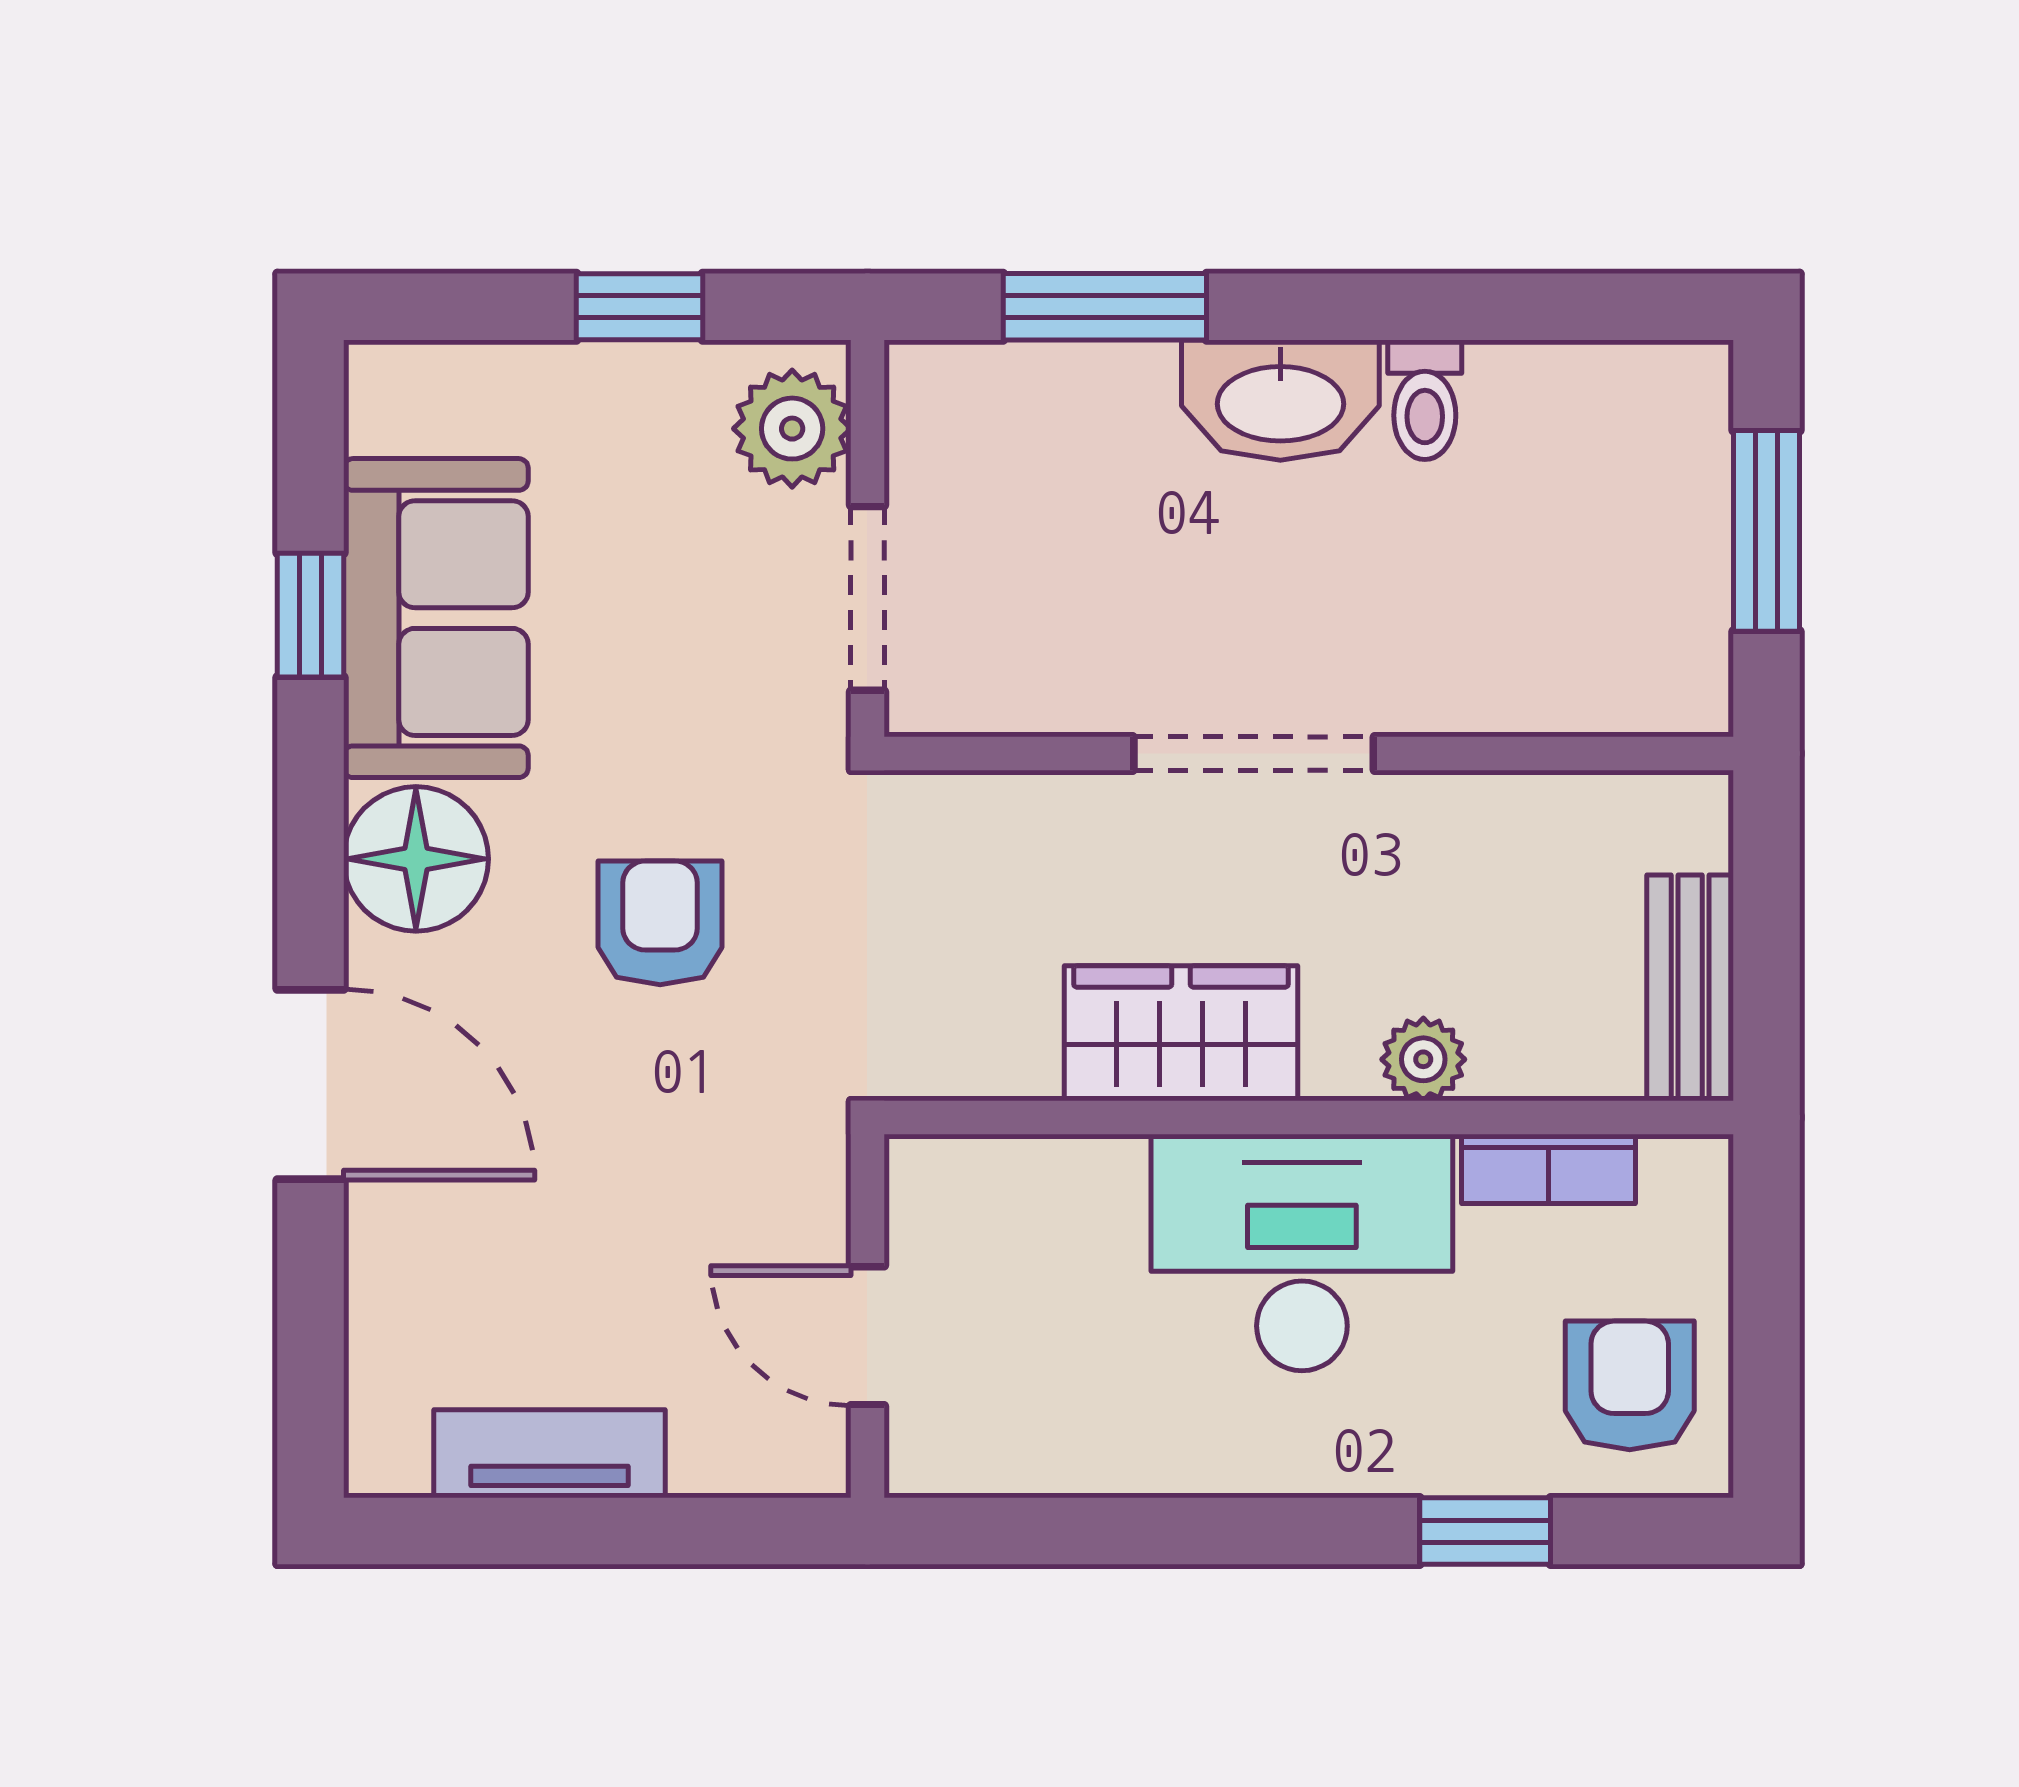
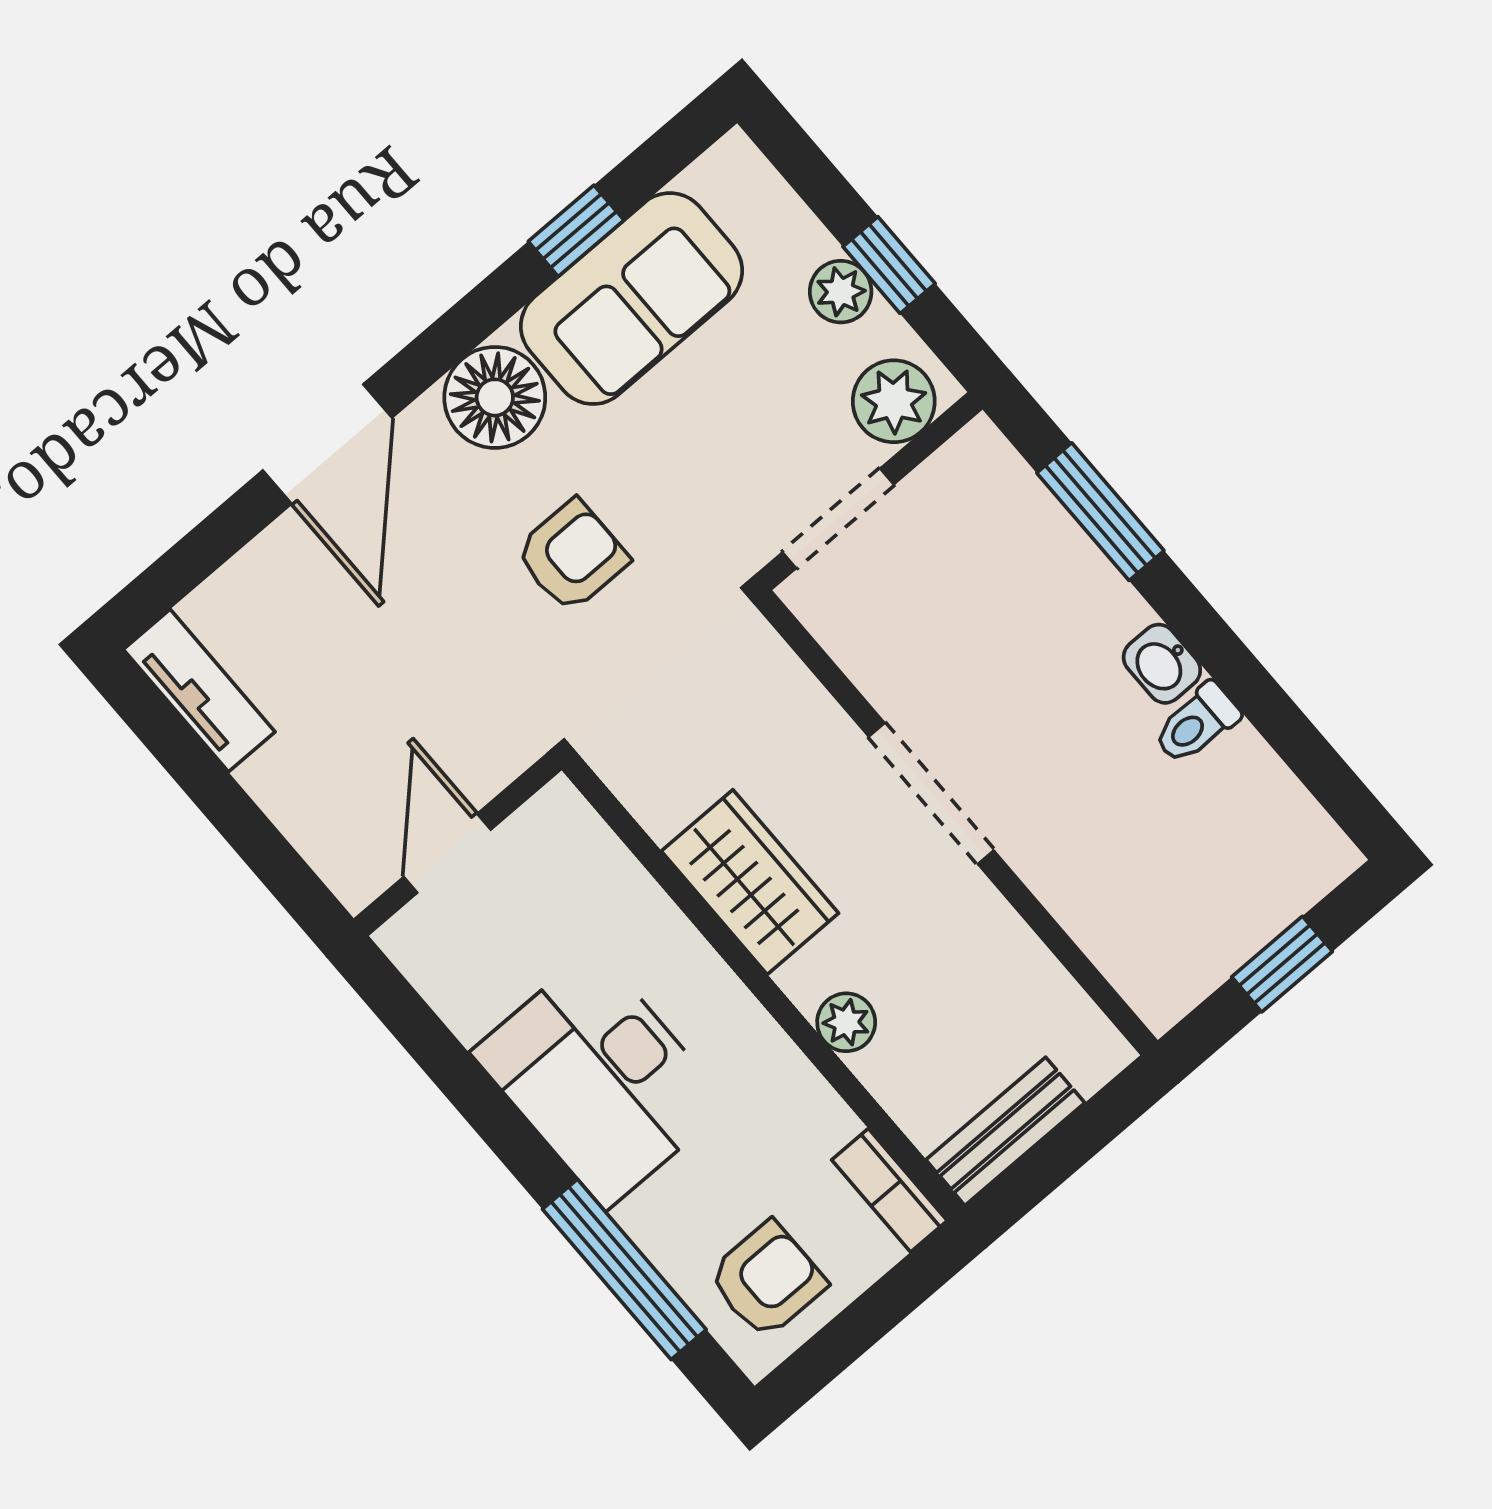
plant: (623, 384) -> (841, 292), added
washbasin: (1280, 400) -> (1162, 664), width x0.52, depth x0.69
window: (1766, 531) -> (1282, 964), width x0.67
bookcase: (1549, 1169) -> (890, 1190), moved
desk: (1302, 1252) -> (600, 1079), moved, turned 180
tv unit: (549, 1454) -> (199, 691), moved
window: (1485, 1531) -> (624, 1269), width x2.17

